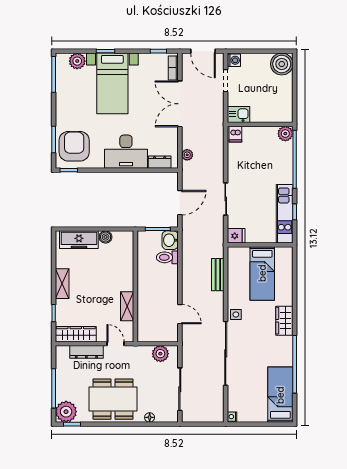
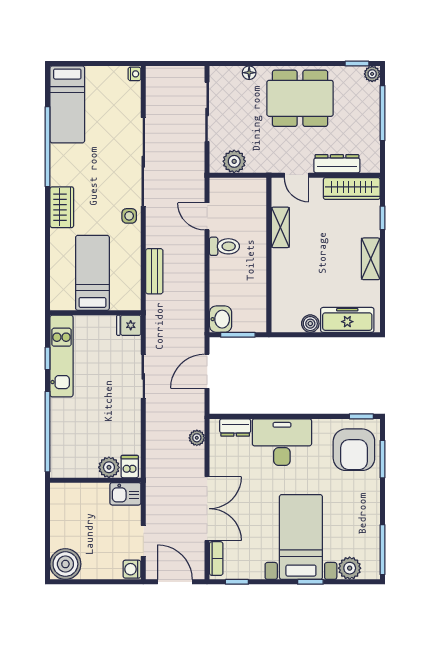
plant: (285, 134) -> (109, 467), moved
toilet: (167, 257) -> (224, 246), moved
plant: (66, 412) -> (372, 74), width x0.53, depth x0.53

